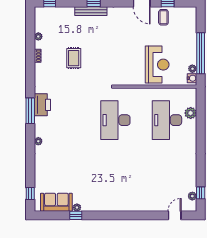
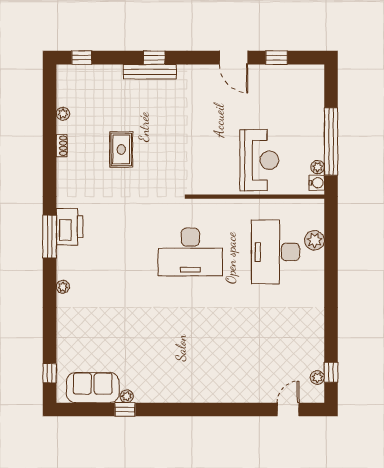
coffee table: (163, 17) -> (270, 82), removed
desk: (115, 120) -> (190, 252), turned -90

